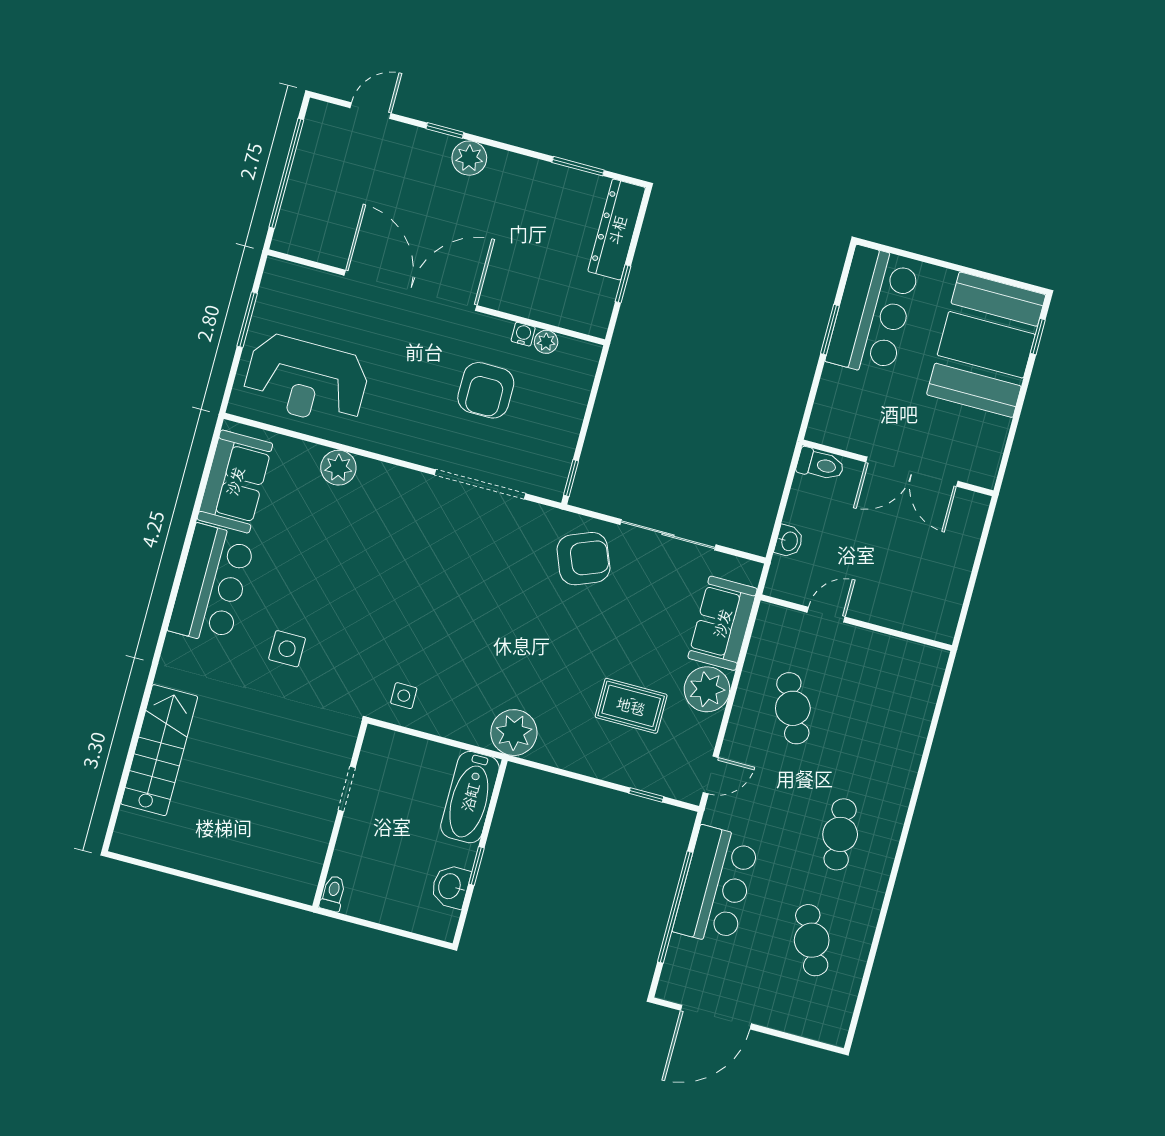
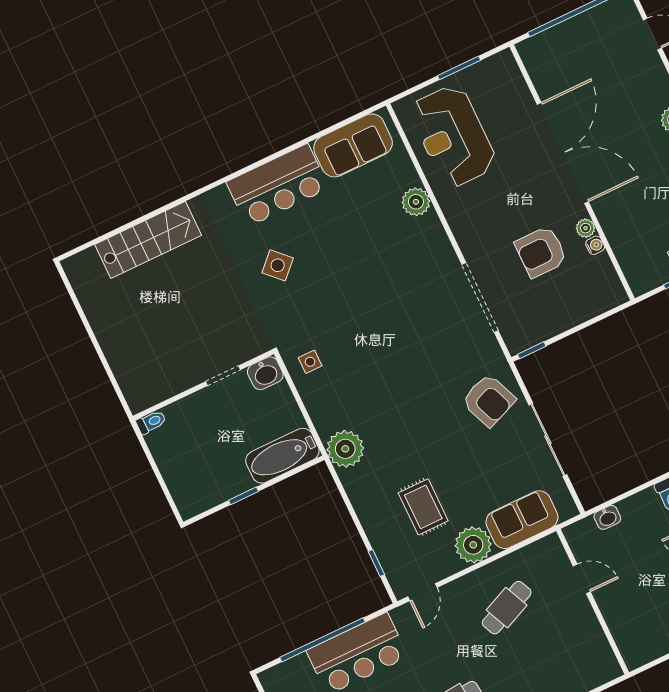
plant: (546, 342) -> (586, 228), moved
side table: (287, 649) -> (278, 265), turned 45
door: (711, 775) -> (422, 592), hinge flipped
washbasin: (450, 886) -> (265, 373), moved, turned 180

